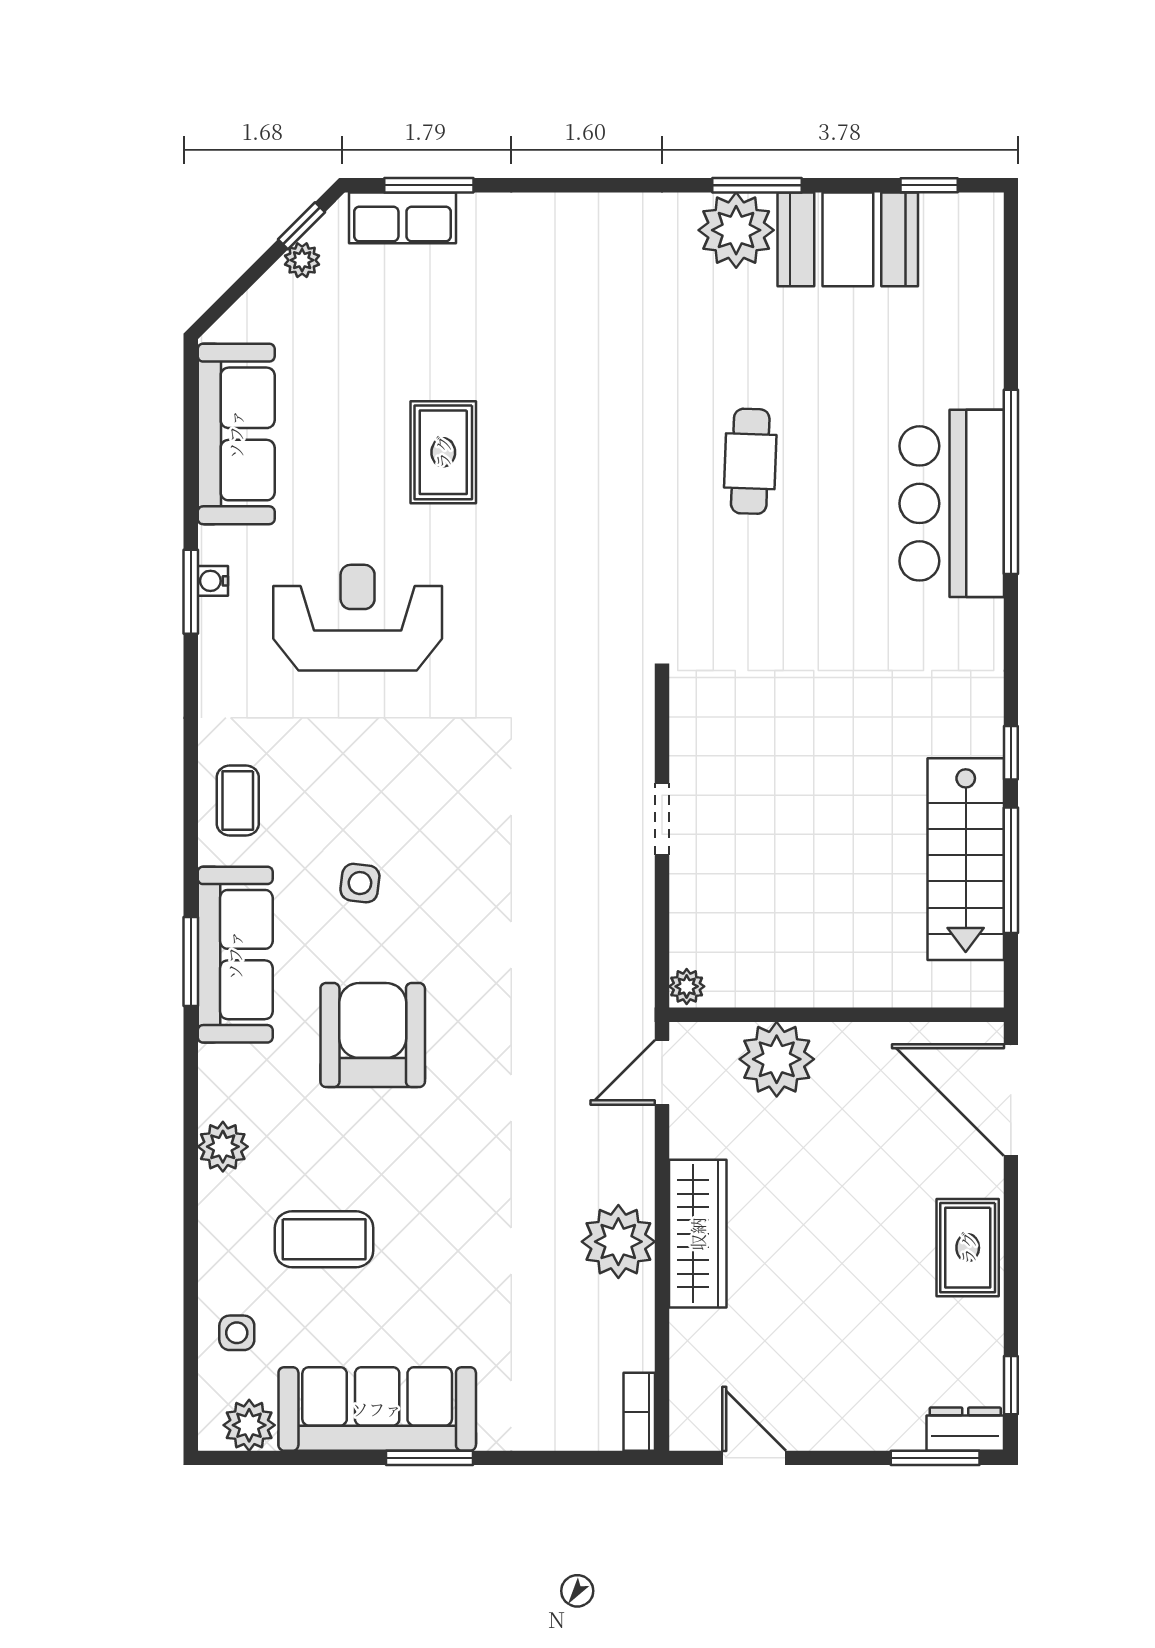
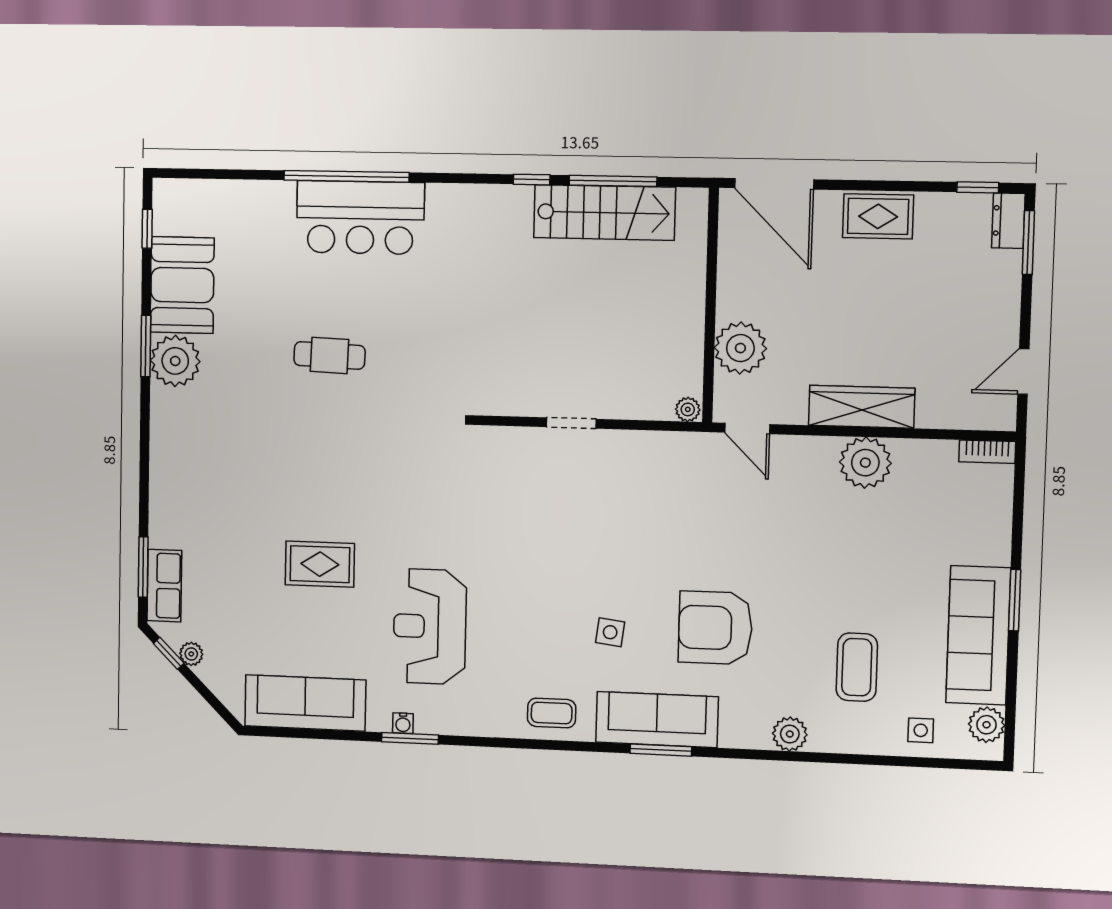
door: (1011, 1100) -> (774, 184), hinge flipped

